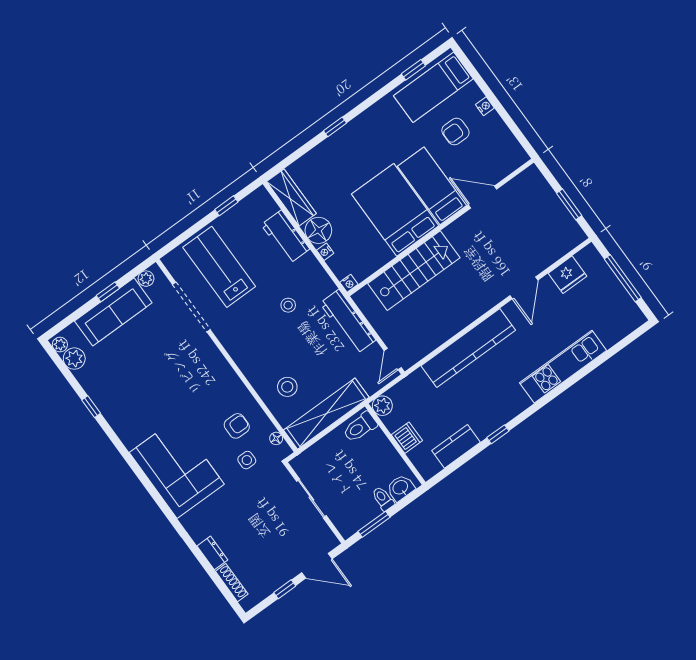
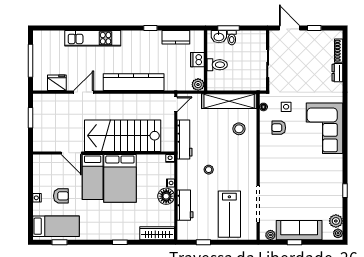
wardrobe: (291, 197) -> (157, 233), moved, turned 90
stairs: (414, 271) -> (123, 136), width x1.36, depth x1.51
toilet: (360, 427) -> (217, 65), moved
window: (374, 524) -> (229, 28), moved

